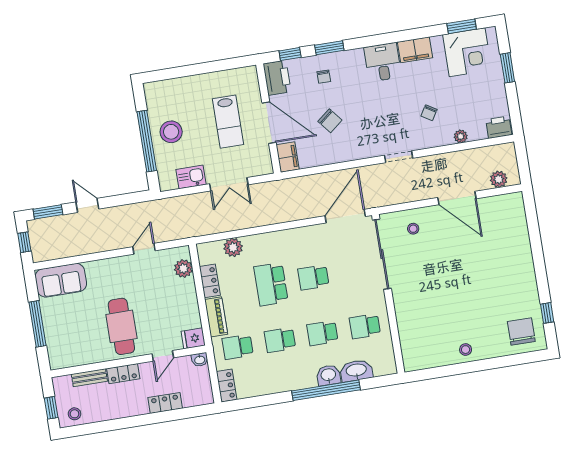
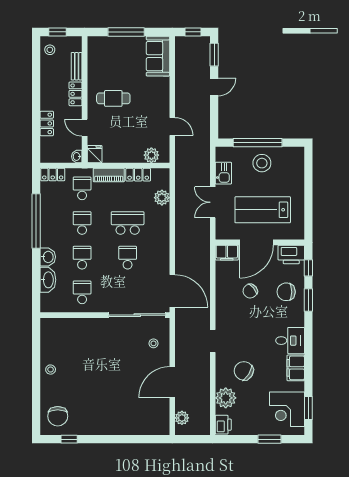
chair: (324, 77) -> (286, 292), width x1.87, depth x1.87
chair: (429, 113) -> (244, 371), width x1.87, depth x1.87
lab bench: (228, 122) -> (263, 210), width x1.36, depth x1.39
plant: (461, 136) -> (226, 398), width x1.87, depth x1.87
cafe table: (121, 326) -> (113, 98), width x0.73, depth x0.74
chair: (521, 331) -> (58, 416), turned 90
window: (326, 390) -> (36, 221), moved

